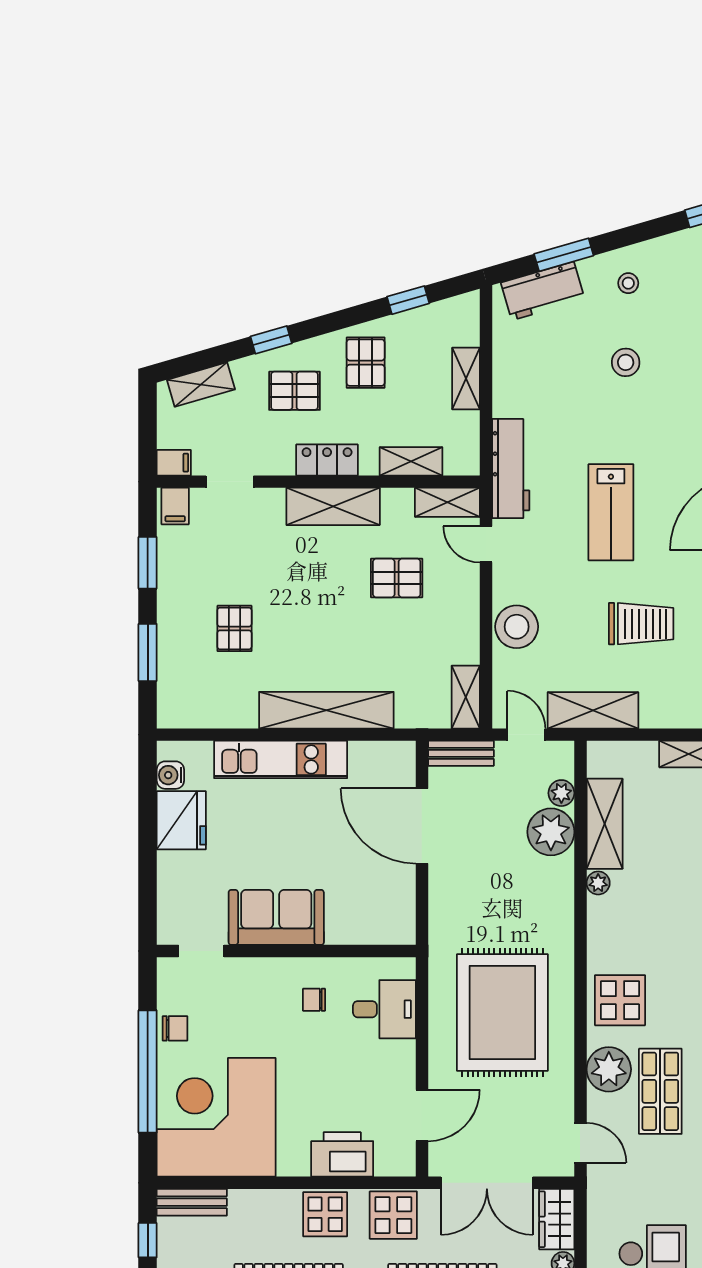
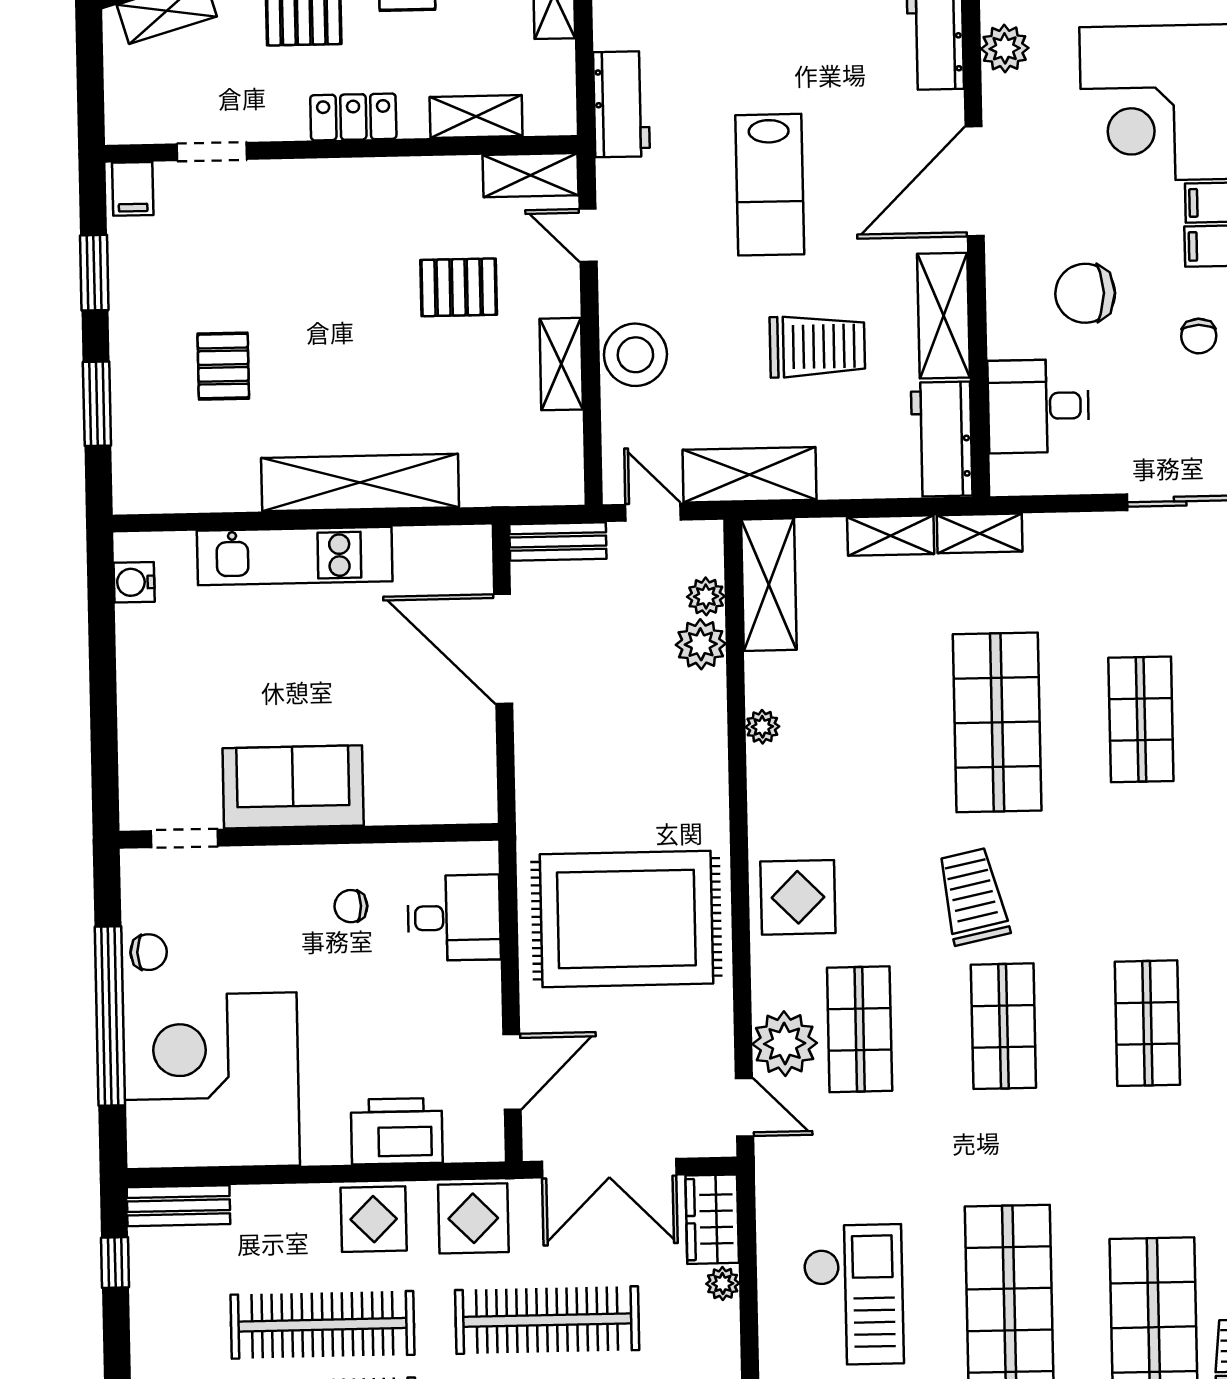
filing cabinet: (174, 463) -> (130, 126), removed
workbench: (511, 469) -> (622, 104), width x0.73
shelving: (333, 506) -> (363, 185), removed
shelving: (466, 697) -> (561, 364), moved
fridge: (181, 820) -> (151, 648), removed
shelving: (605, 824) -> (769, 585), moved
plant: (551, 832) -> (701, 644), width x0.73, depth x0.73
rug: (502, 1013) -> (626, 919), turned 90
plant: (609, 1069) -> (785, 1044), moved

